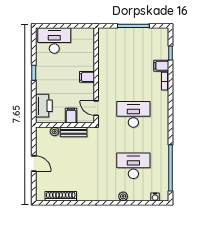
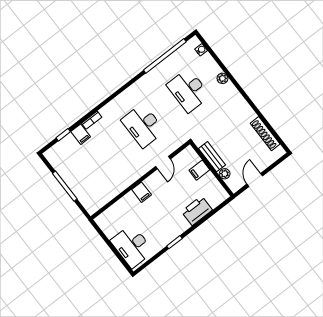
filing cabinet: (71, 116) -> (199, 170), moved
wall: (65, 125) -> (212, 169), moved
plant: (55, 131) -> (225, 174), moved
bench: (74, 132) -> (212, 157), moved

